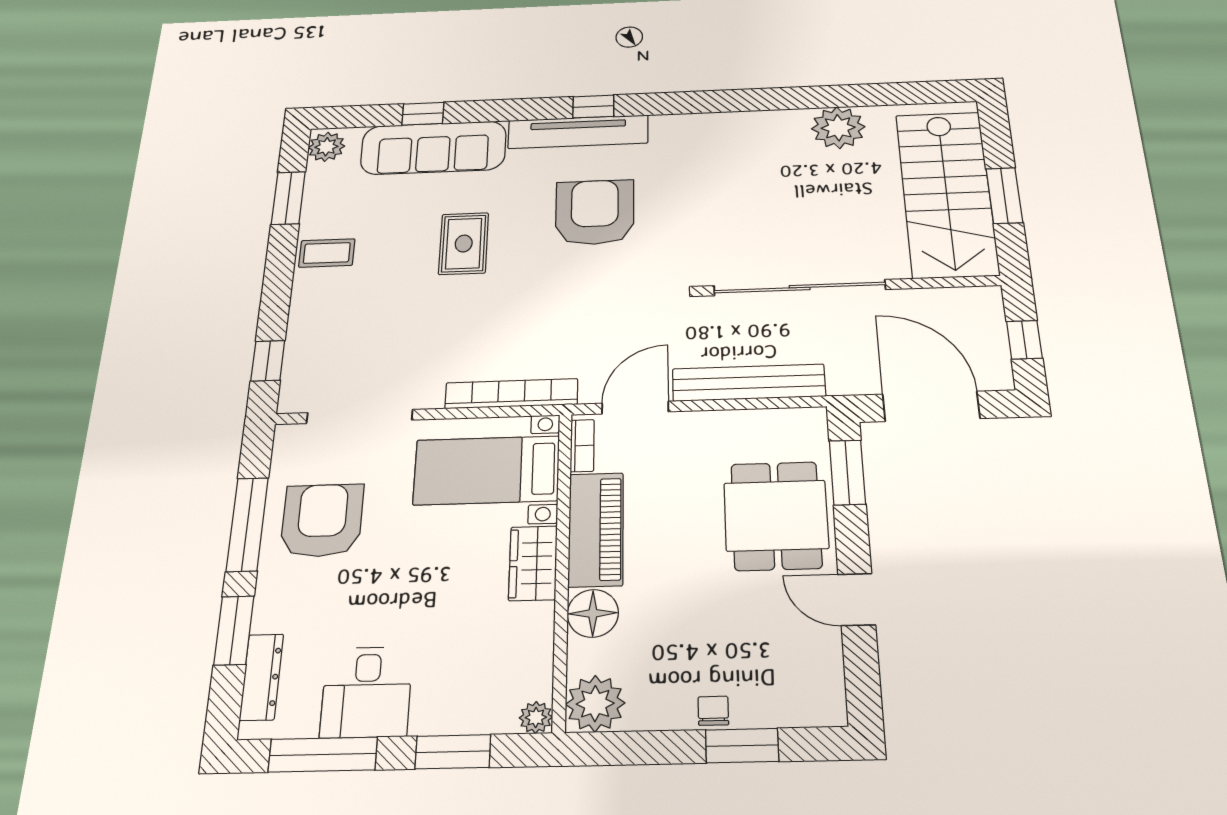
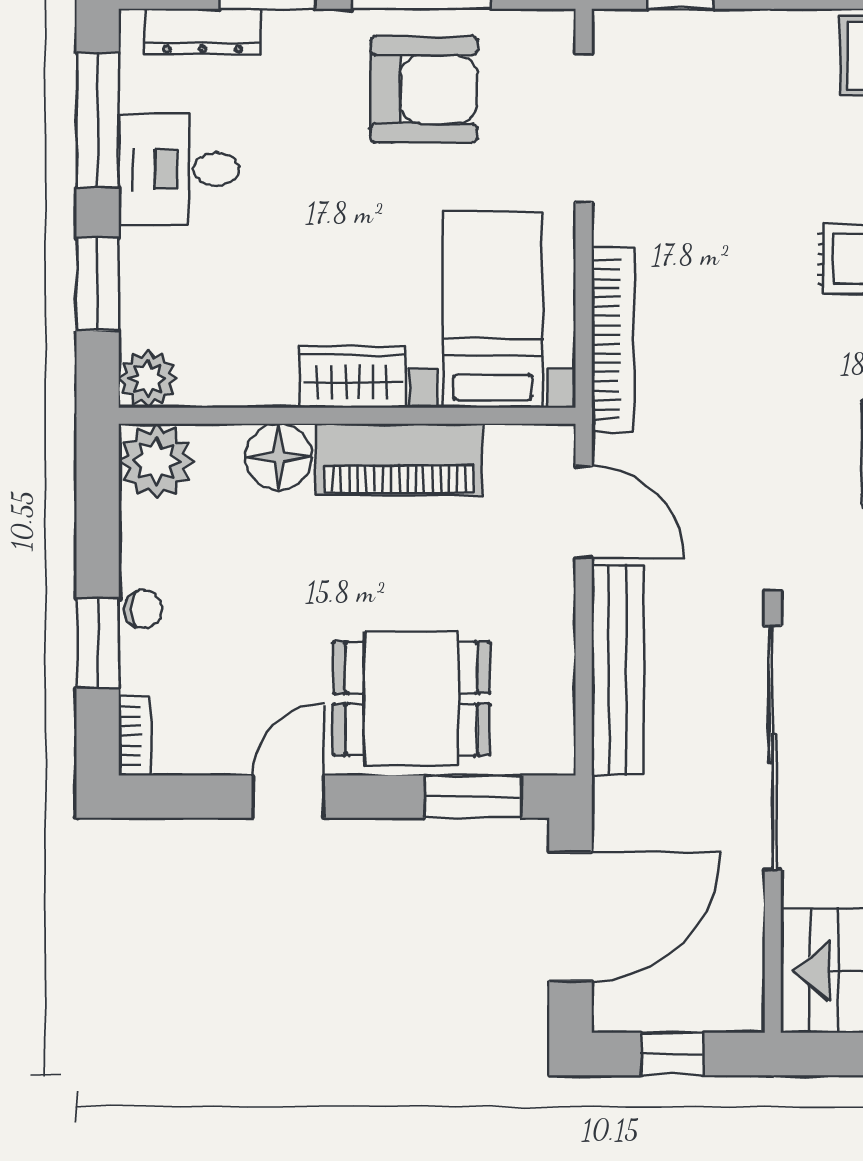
bookcase: (582, 446) -> (135, 735), moved, turned -90
plant: (536, 717) -> (148, 379), width x1.38, depth x1.38

